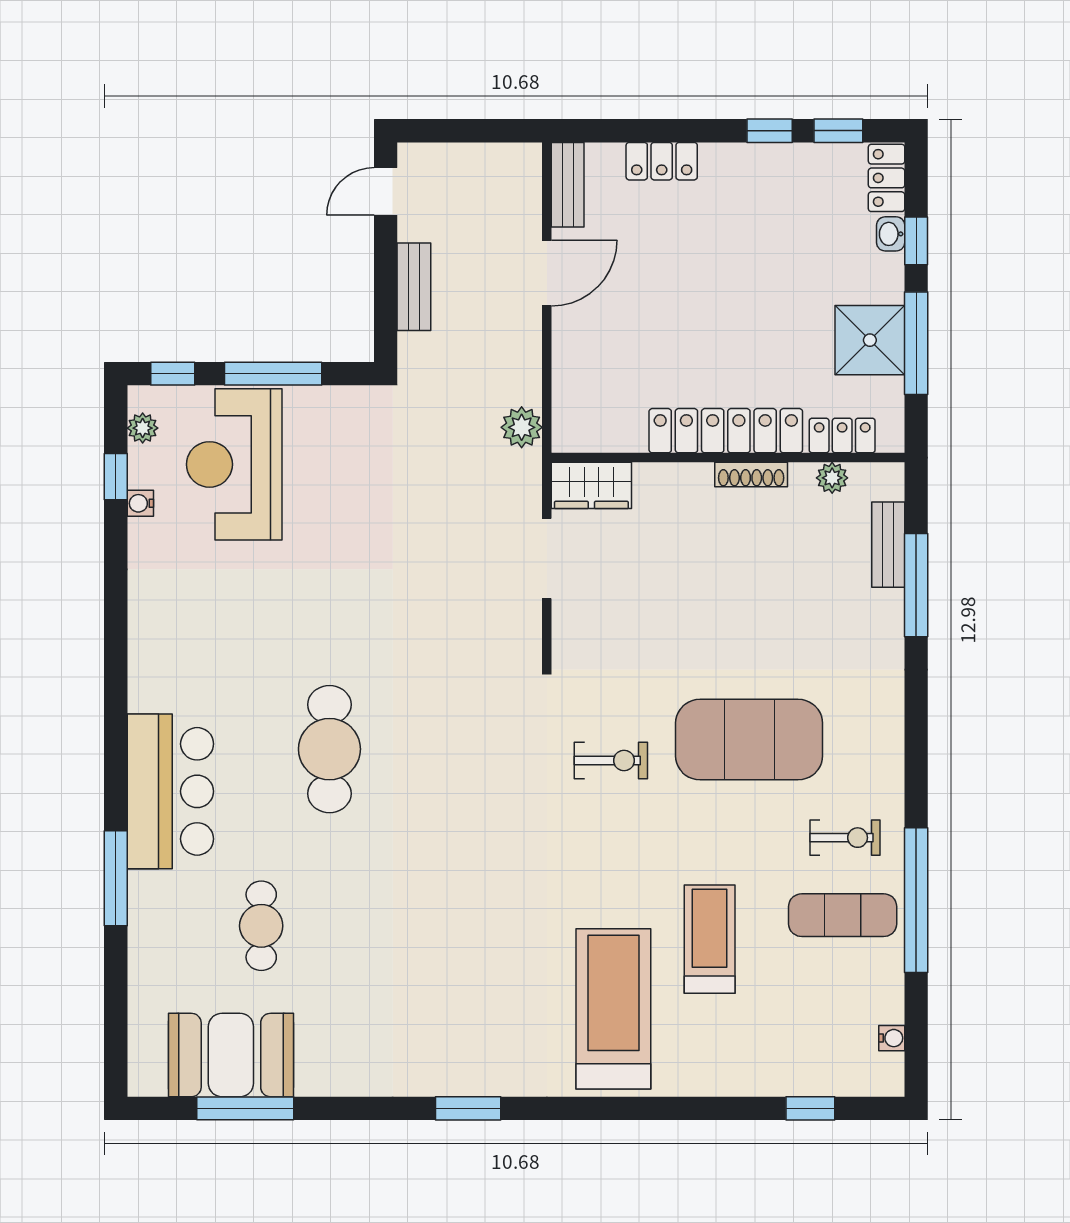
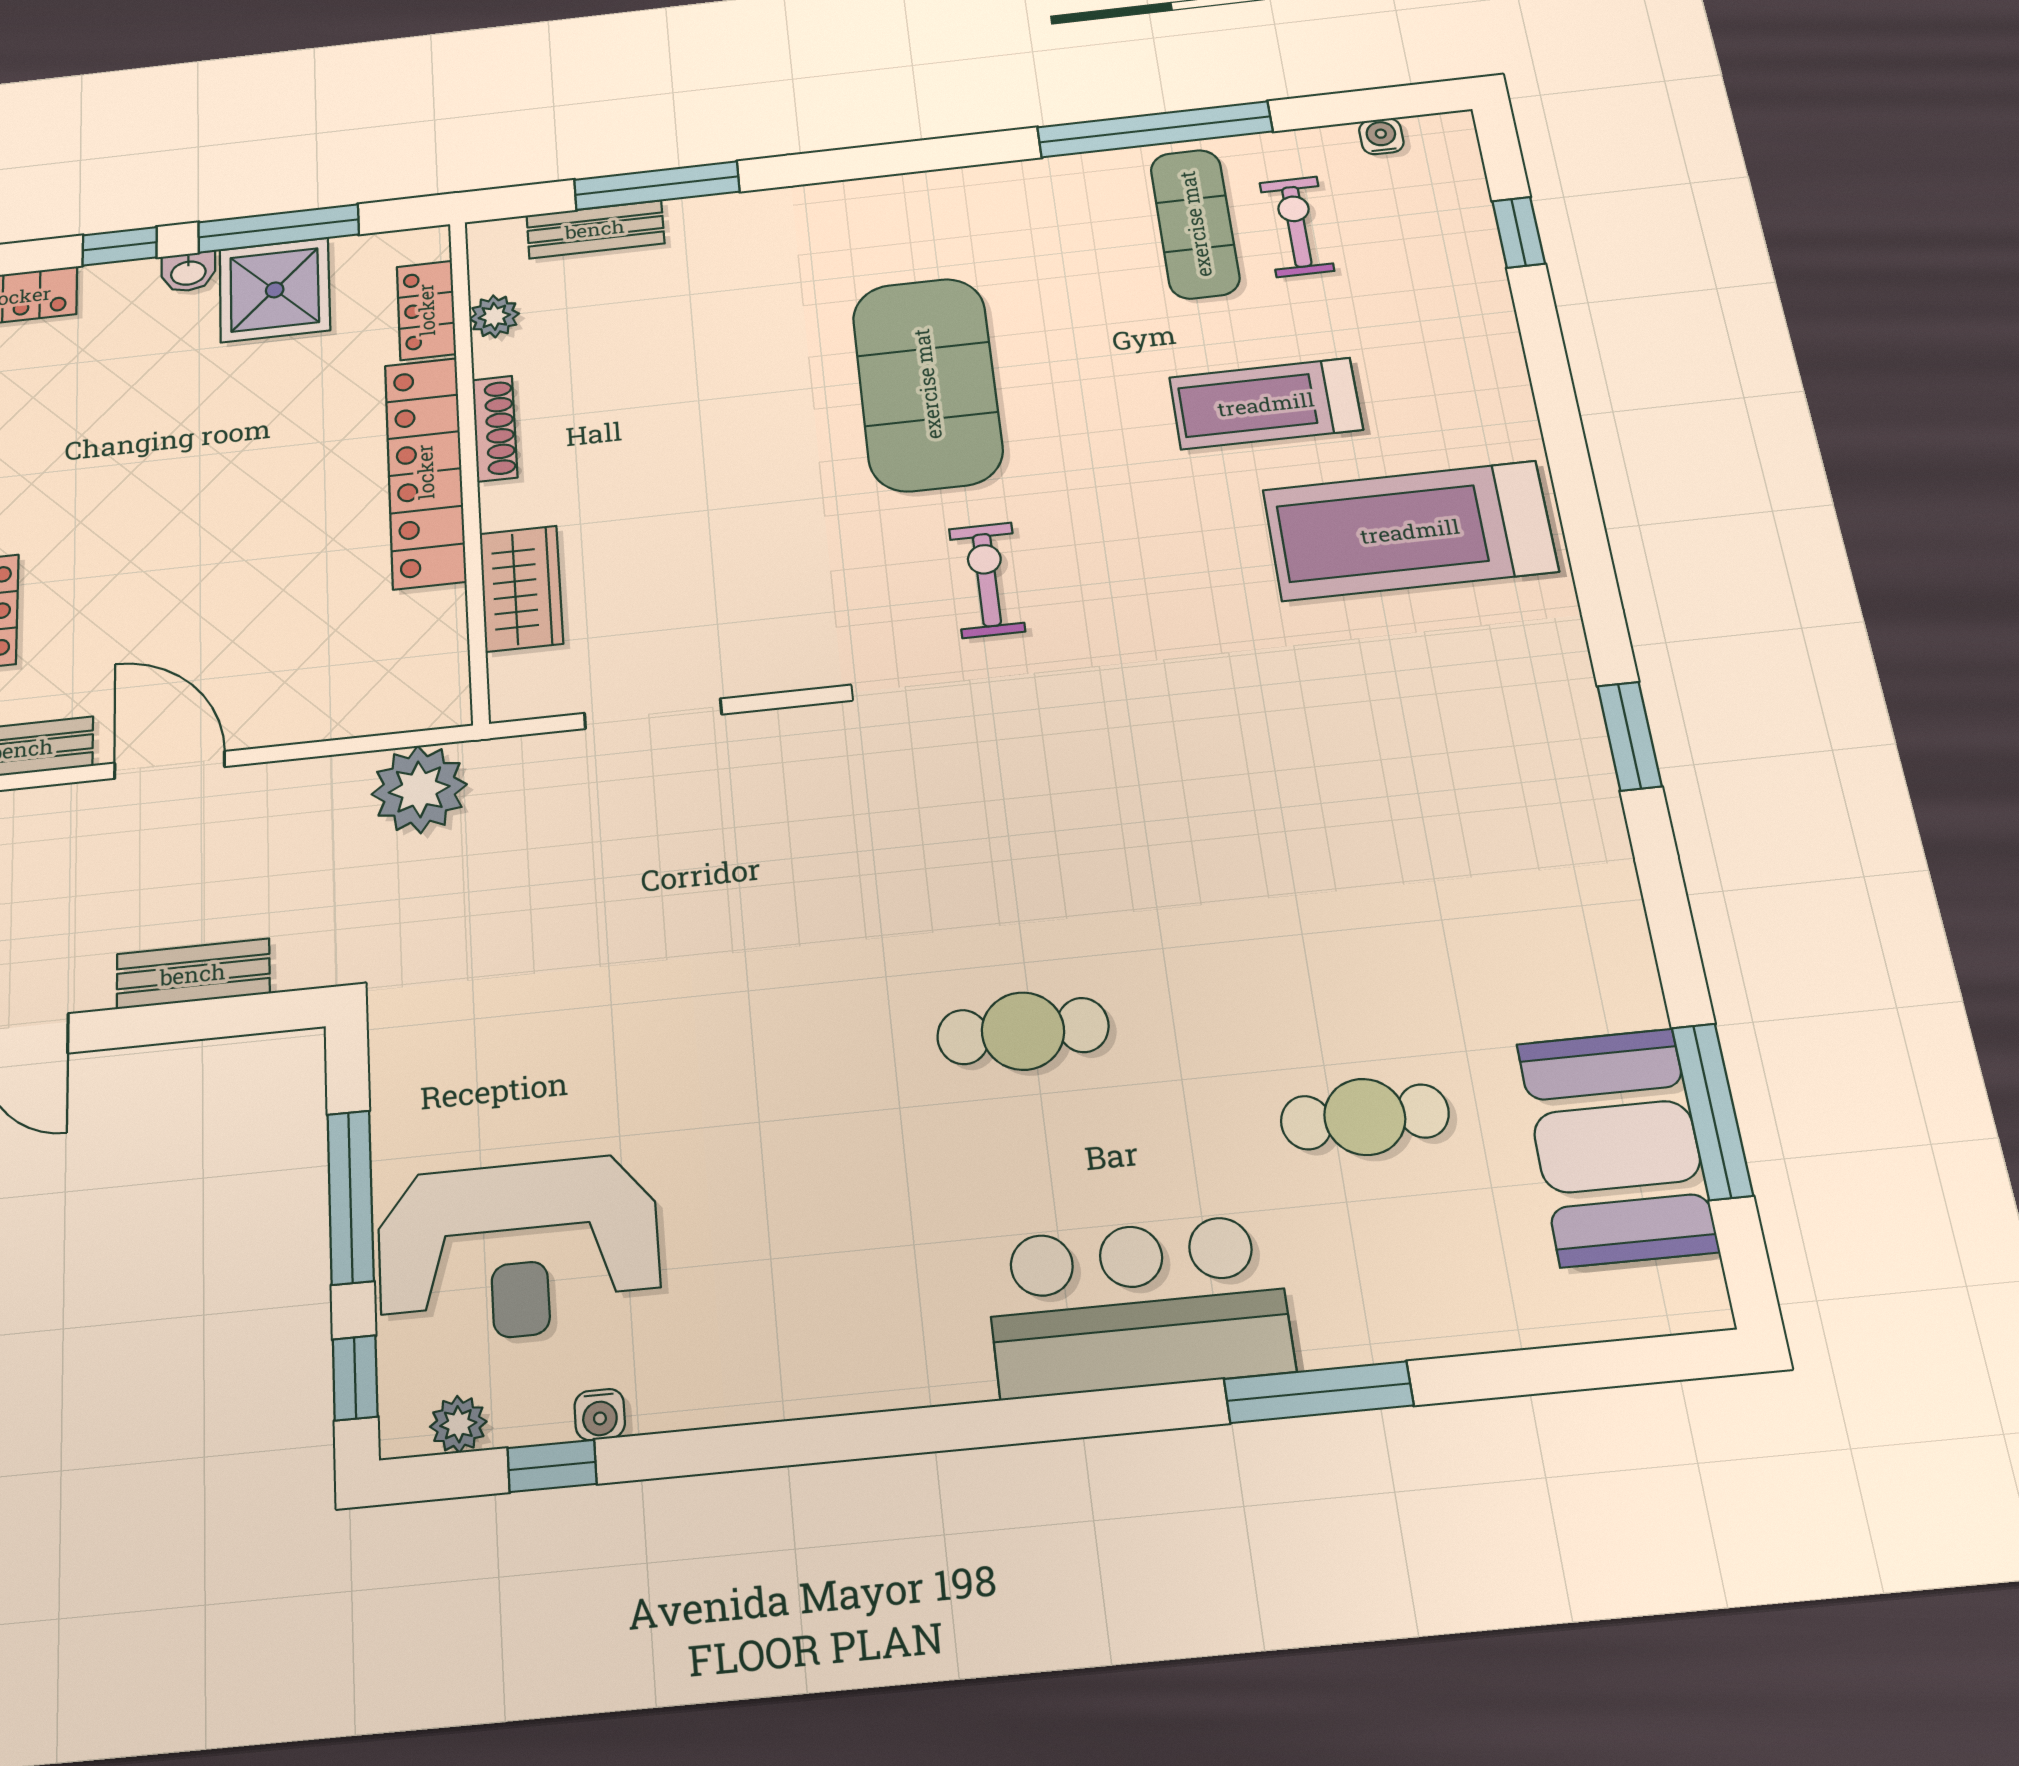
washbasin: (891, 234) -> (188, 272), moved
plant: (522, 427) -> (419, 789), width x1.36, depth x1.36
wardrobe: (591, 485) -> (521, 588), moved
cafe table: (329, 749) -> (1023, 1031), width x0.73, depth x0.74
exercise bike: (845, 838) -> (1297, 227), moved

